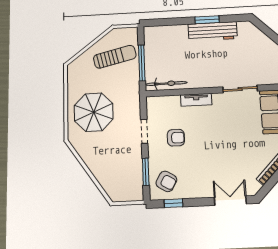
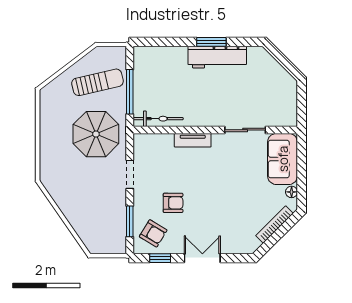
parasol: (94, 112) -> (96, 134), moved
armchair: (176, 138) -> (173, 203), moved
double door: (230, 201) -> (202, 258), moved

